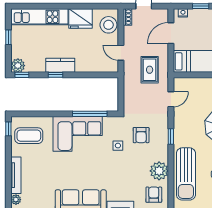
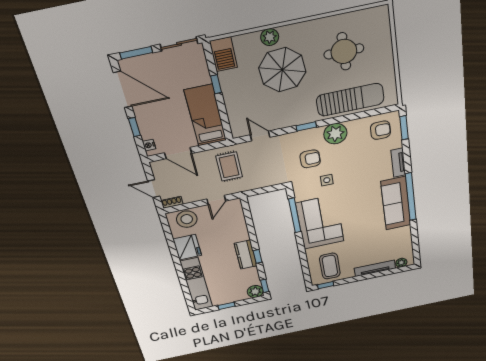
rug: (150, 70) -> (229, 166), turned 90
plant: (159, 171) -> (335, 134), moved
armchair: (154, 195) -> (381, 130), turned 180

